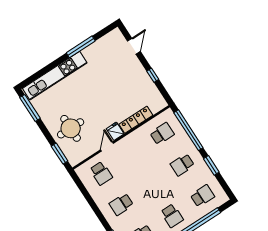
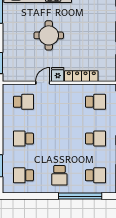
round table: (71, 128) -> (49, 35), moved
school desk: (182, 165) -> (95, 139), turned 180
school desk: (101, 173) -> (23, 102), turned -90

